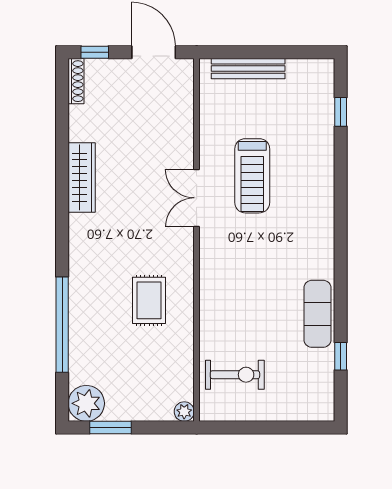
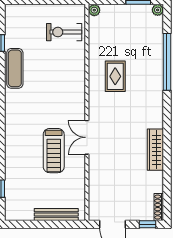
treadmill: (252, 176) -> (54, 151), turned 180
double door: (197, 198) -> (87, 137), swing flipped
plant: (86, 403) -> (158, 10), width x0.53, depth x0.53

